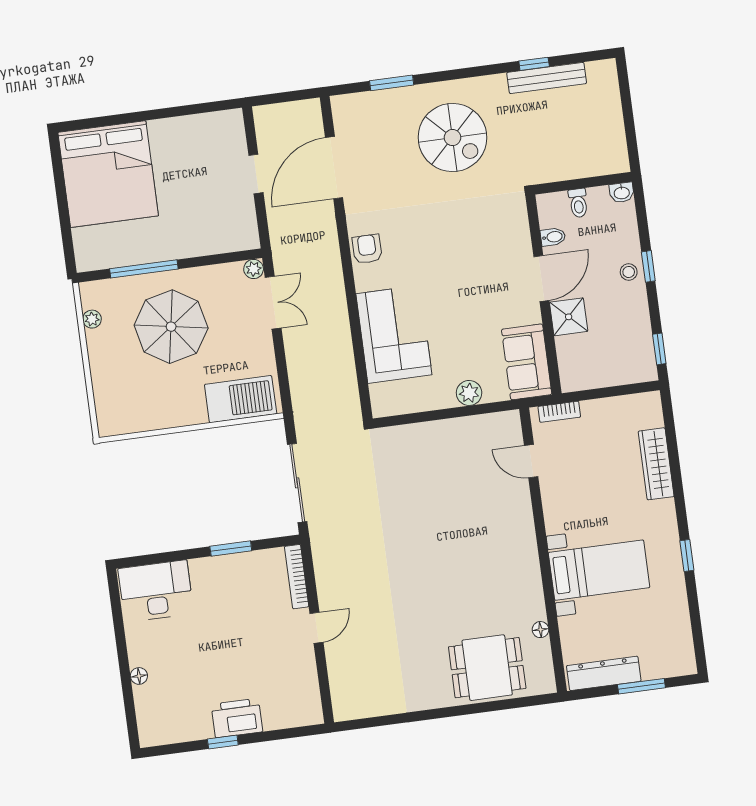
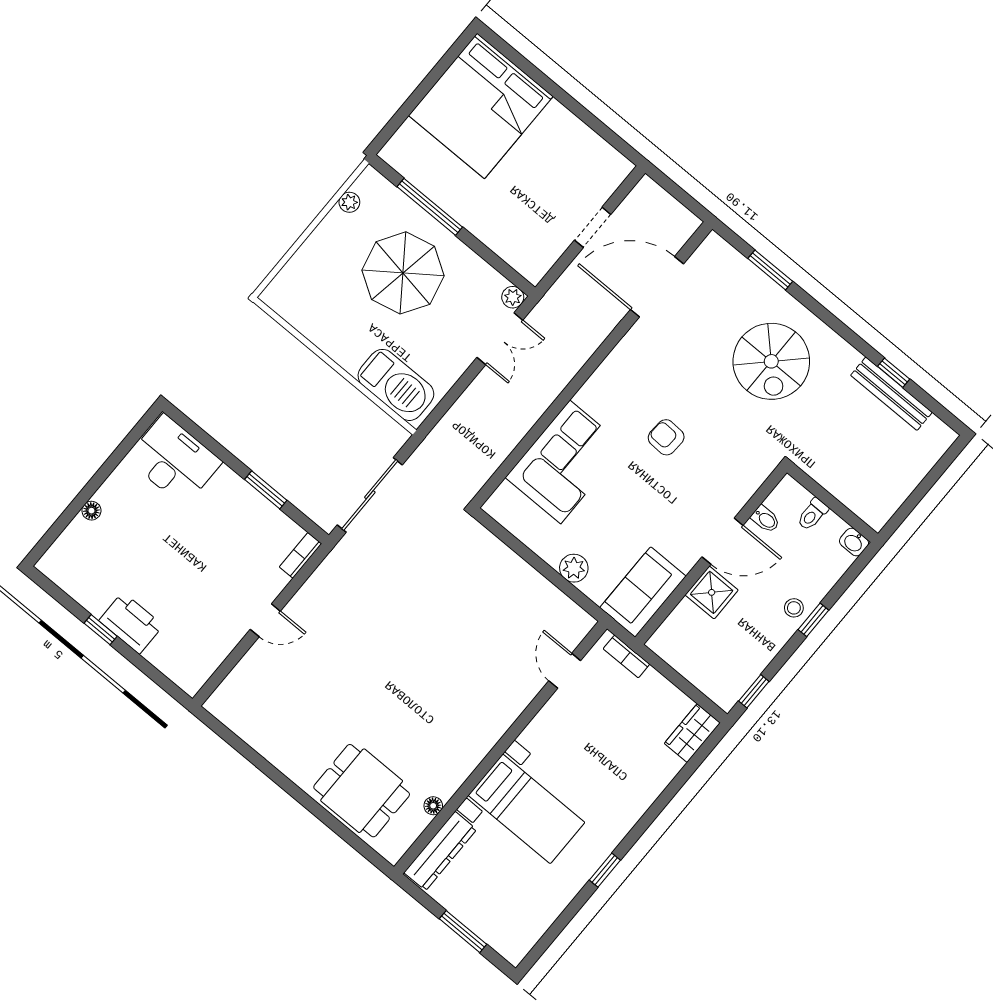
armchair: (367, 249) -> (666, 437), moved, turned -87
wardrobe: (656, 464) -> (692, 733), moved, width x0.67
bookcase: (297, 577) -> (300, 555), width x0.64
dresser: (604, 673) -> (440, 851), moved, turned 90

